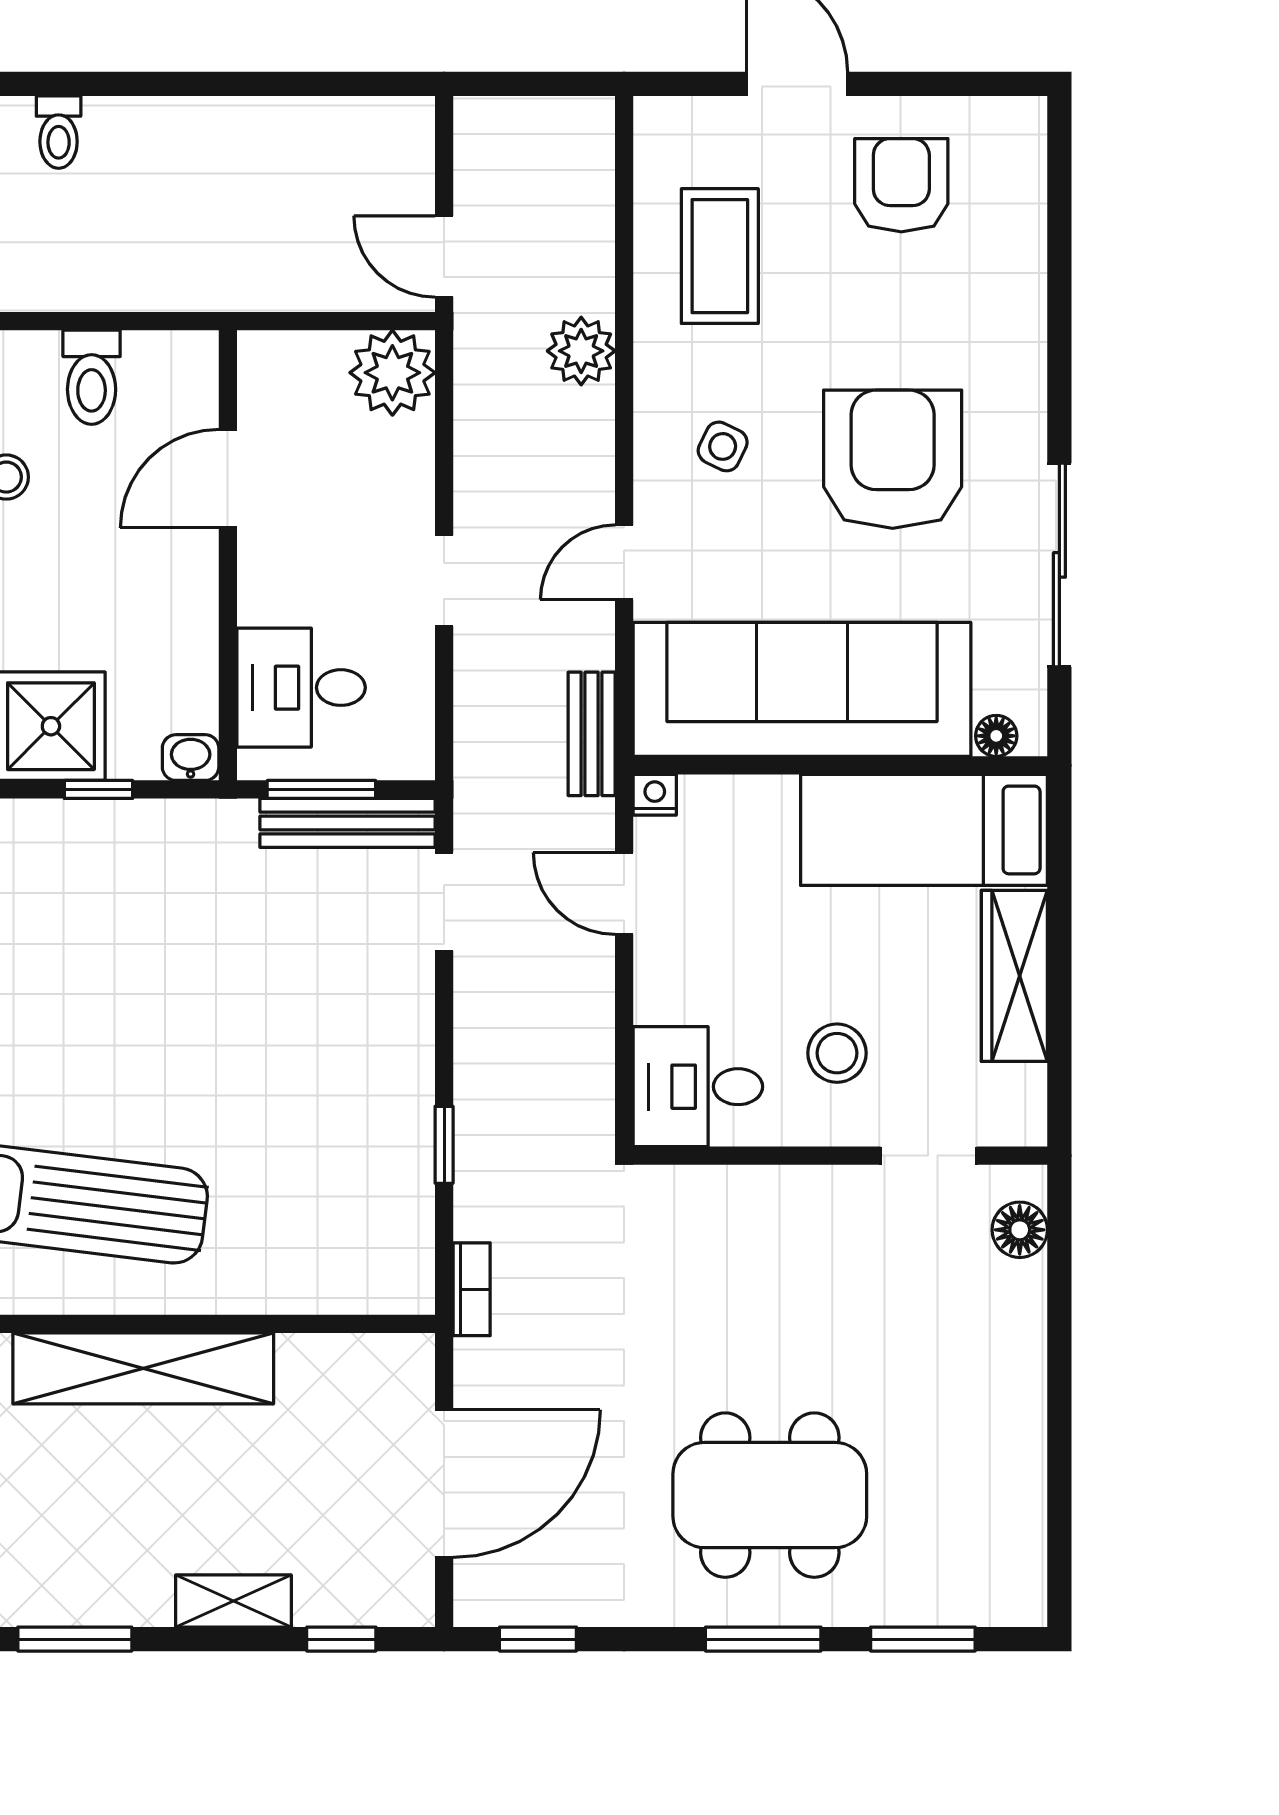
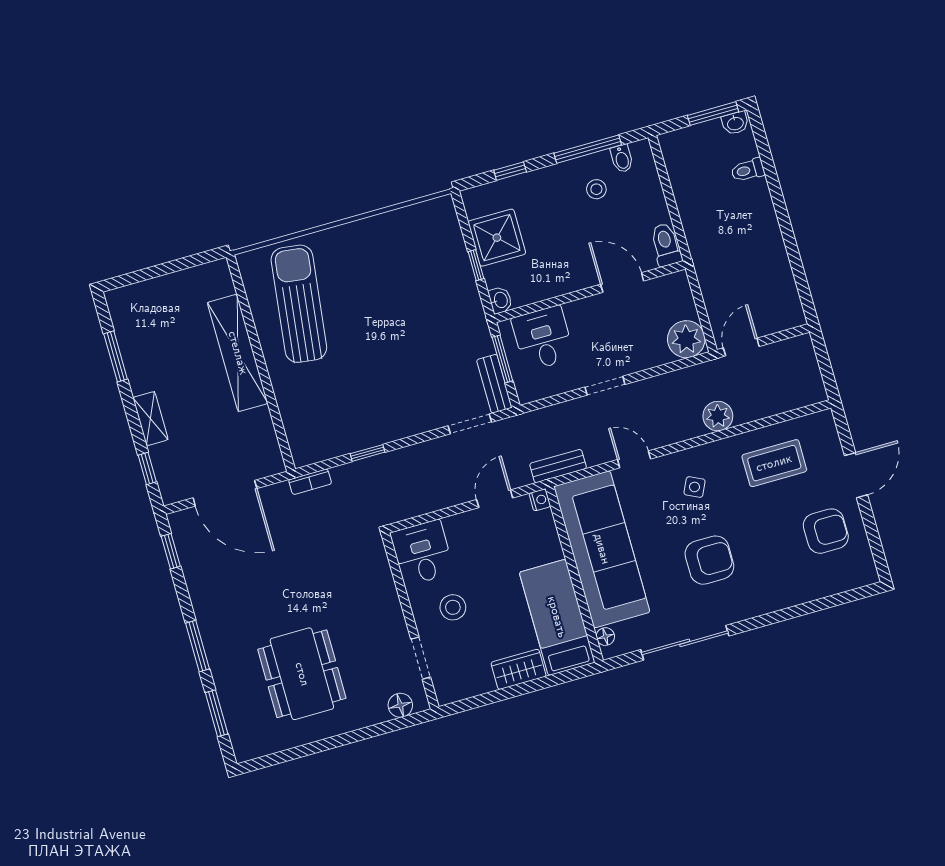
toilet: (92, 377) -> (666, 245), moved, turned 90
armchair: (893, 459) -> (709, 560), width x0.73, depth x0.73
bench: (347, 823) -> (494, 384), width x0.73
wardrobe: (1014, 976) -> (519, 669), width x0.67
dining table: (770, 1495) -> (302, 674), moved

